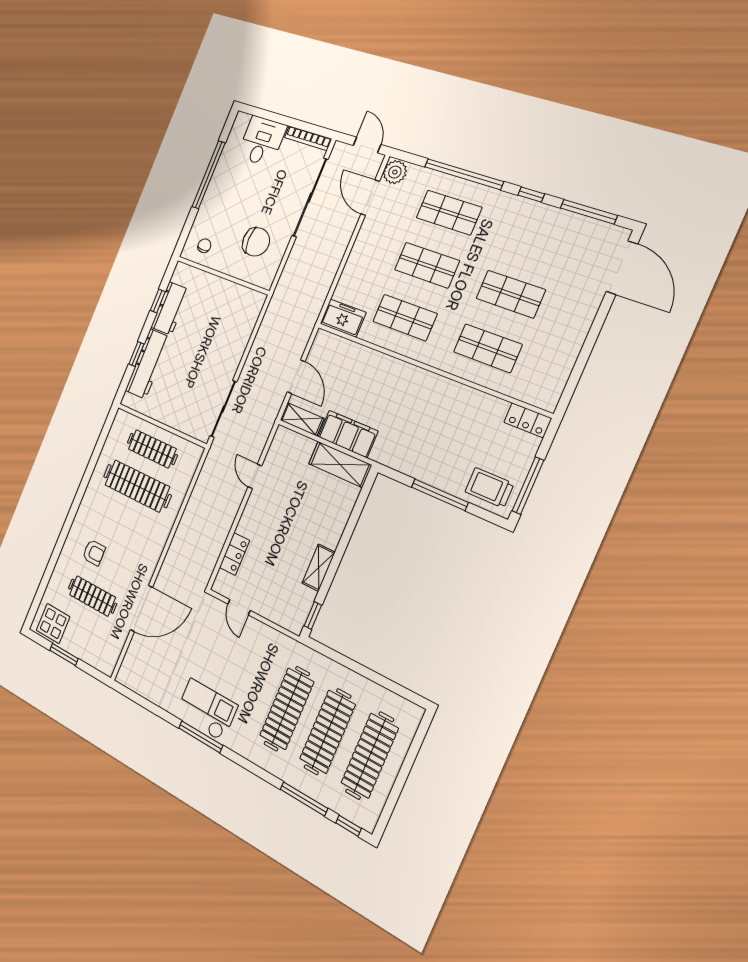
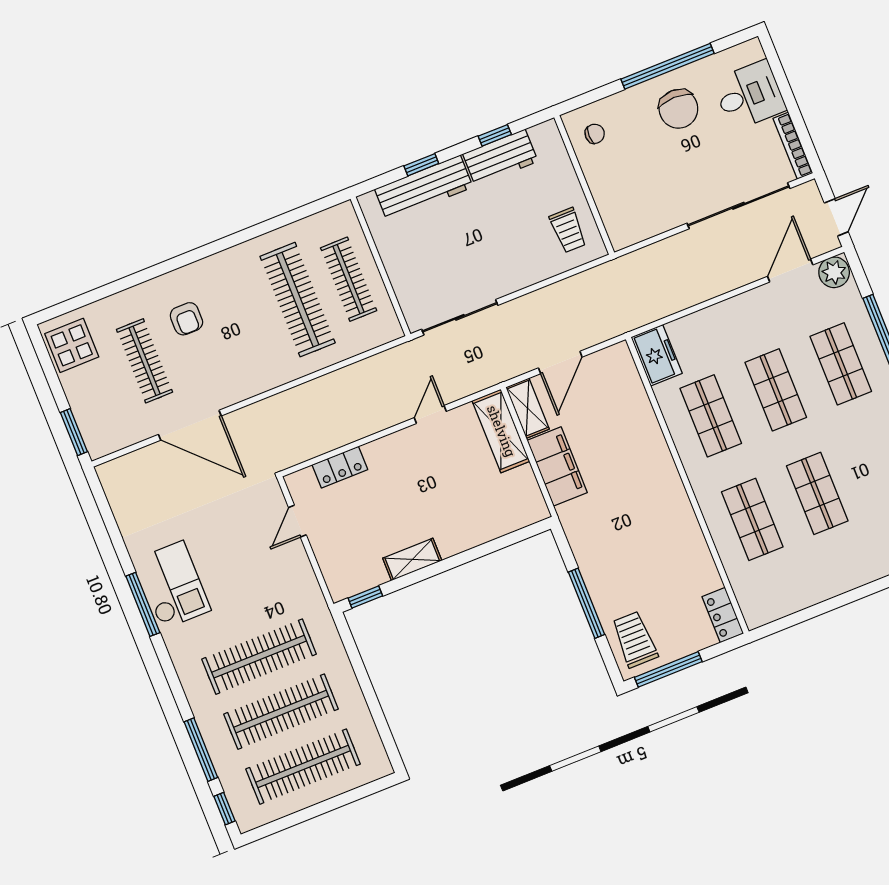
chair: (256, 242) -> (678, 109), moved
trolley: (236, 306) -> (568, 230), added
shelving: (340, 464) -> (501, 431), moved
window: (64, 655) -> (74, 432), moved

